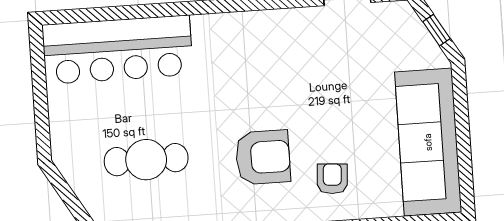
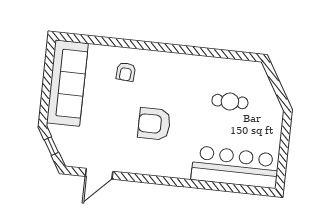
armchair: (263, 157) -> (154, 124), moved
cafe table: (146, 160) -> (230, 102), width x0.73, depth x0.74

